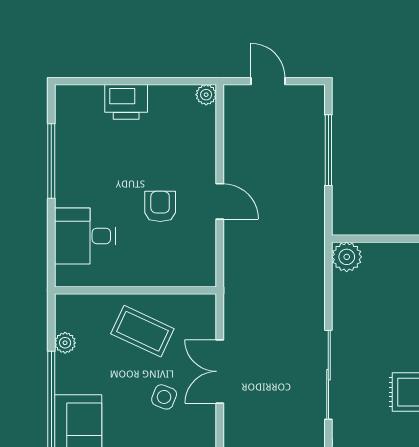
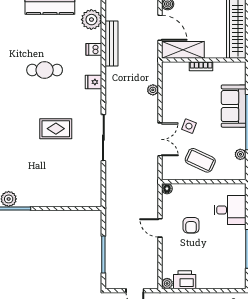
printer: (126, 102) -> (185, 280), moved
plant: (347, 257) -> (94, 199), removed
floor lamp: (206, 277) -> (167, 189), added

